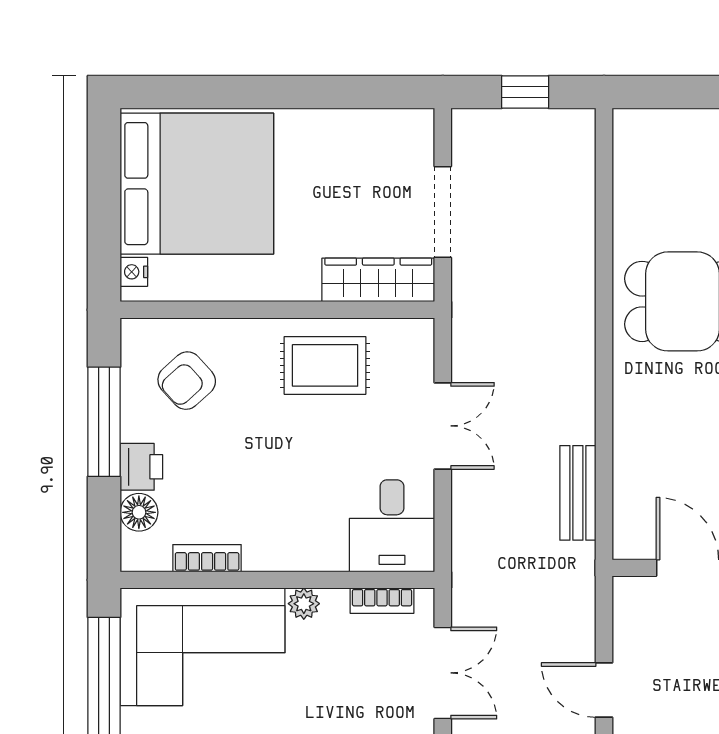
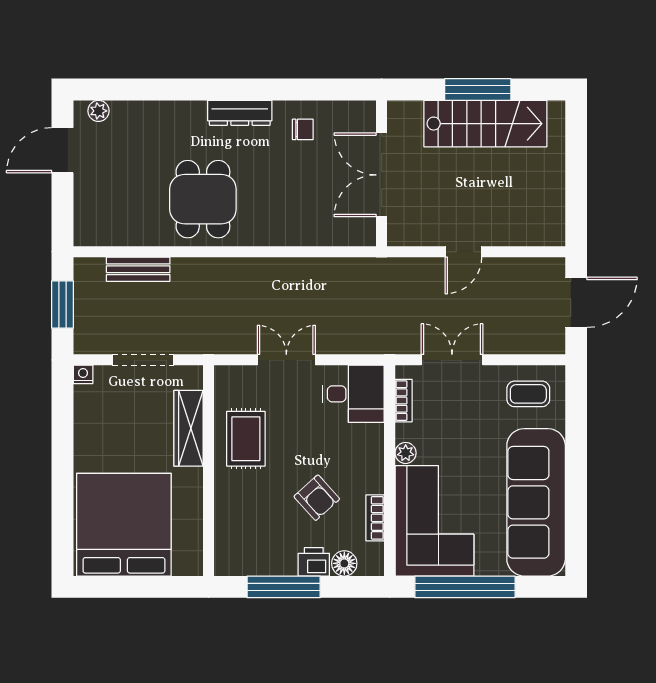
window: (525, 92) -> (63, 305), width x1.50
nightstand: (134, 272) -> (83, 374), moved, turned 180
wardrobe: (378, 280) -> (188, 428), moved
armchair: (187, 381) -> (317, 498), moved
bench: (578, 493) -> (138, 269), moved

